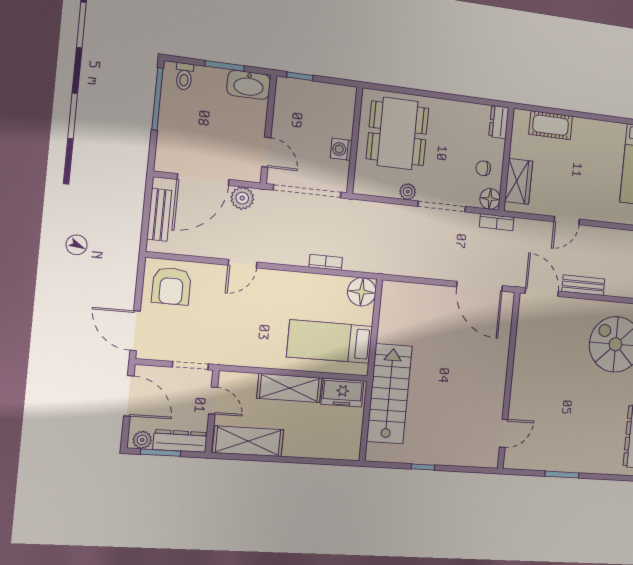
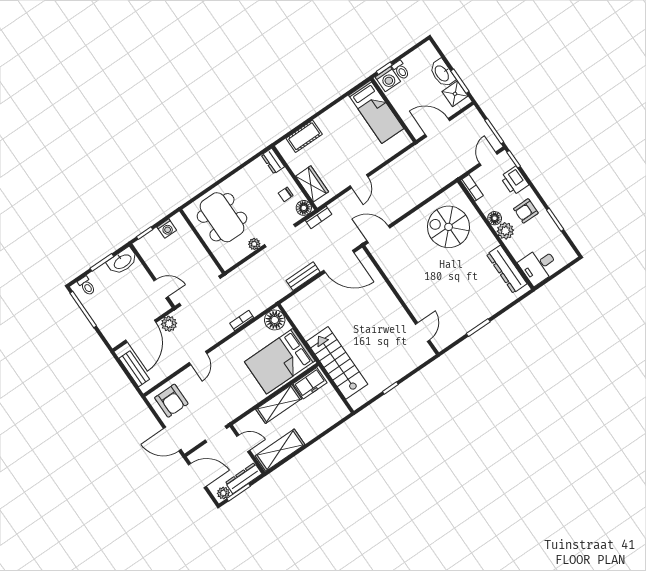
washing machine: (341, 149) -> (167, 229), moved, turned -90
bench: (583, 285) -> (303, 276), moved
bed: (330, 342) -> (280, 361), width x1.50

